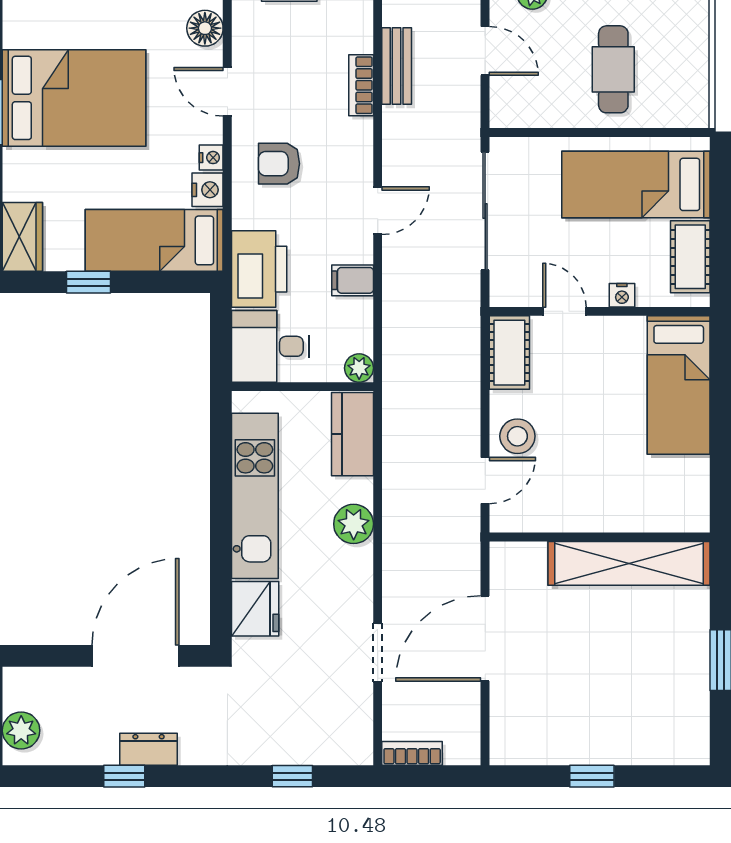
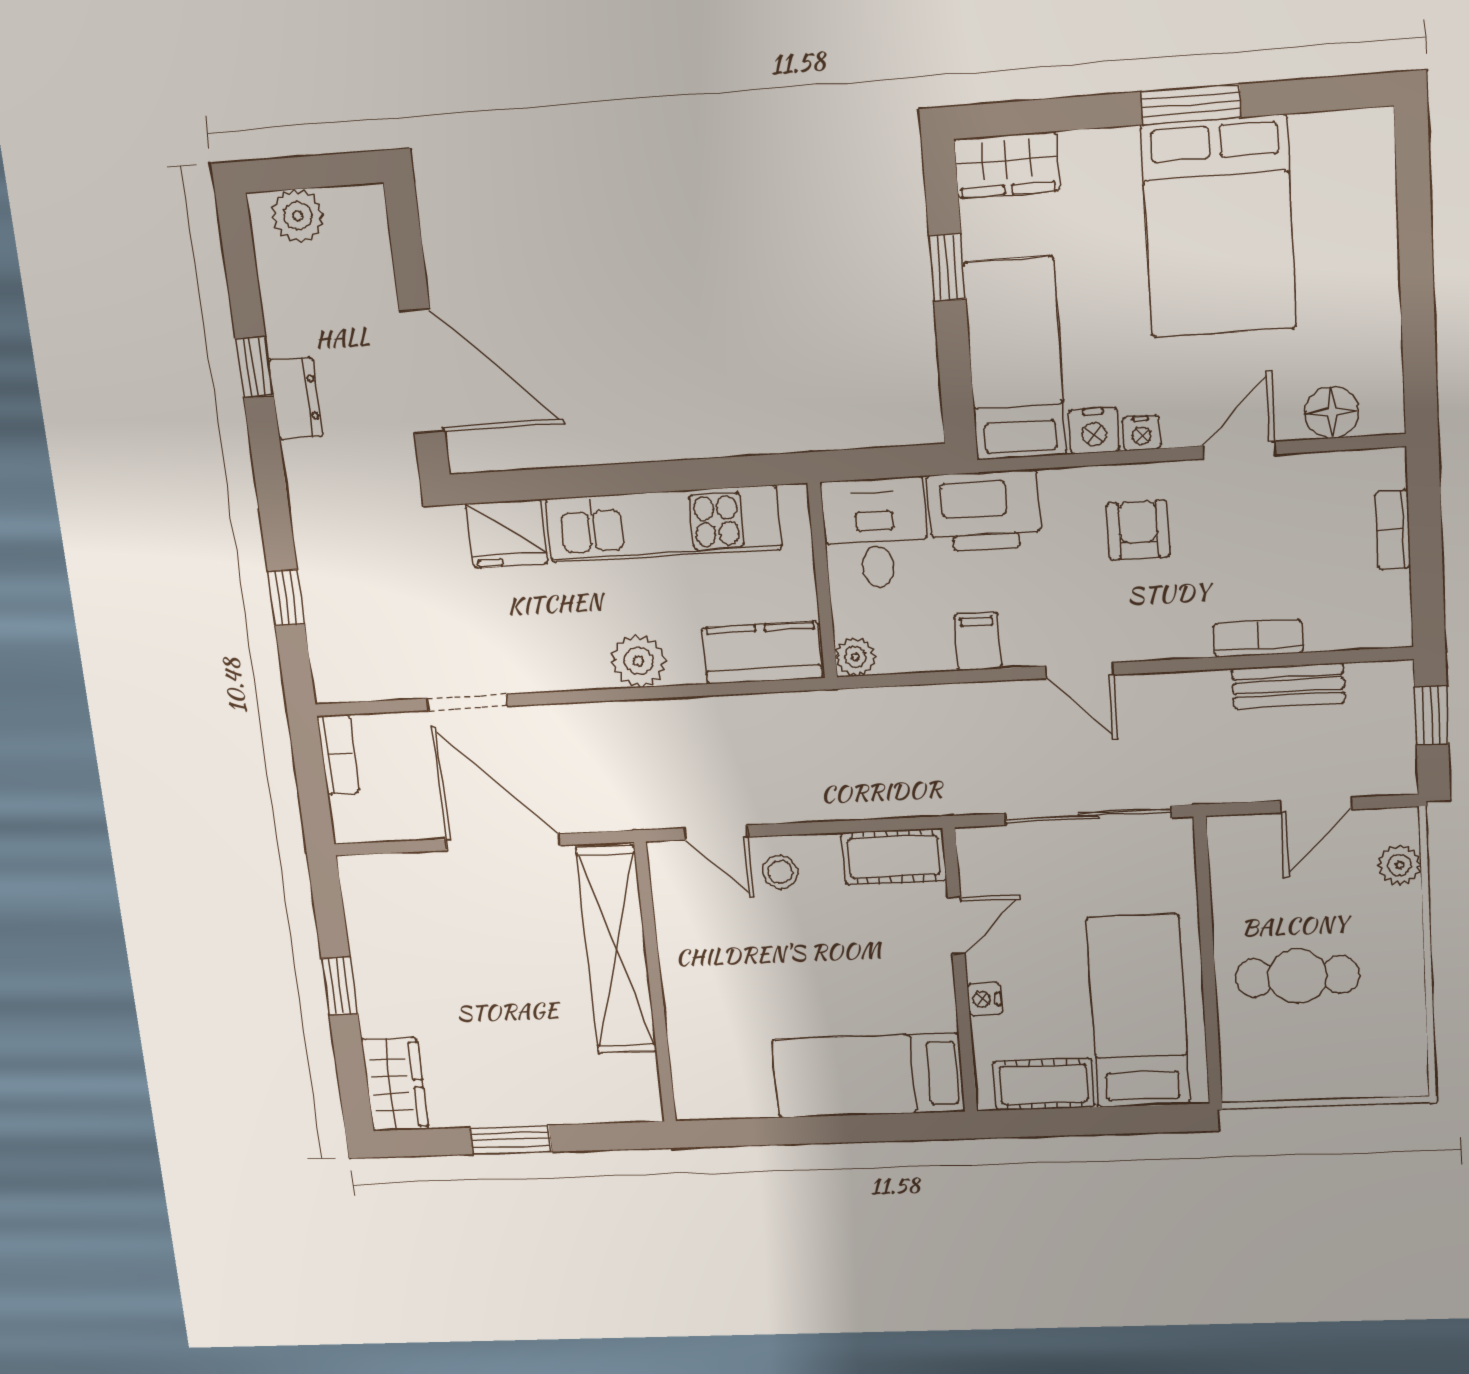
stool: (517, 436) -> (780, 872), width x0.73, depth x0.73
shelving: (629, 563) -> (616, 950), moved
wardrobe: (673, 744) -> (395, 1085), added

